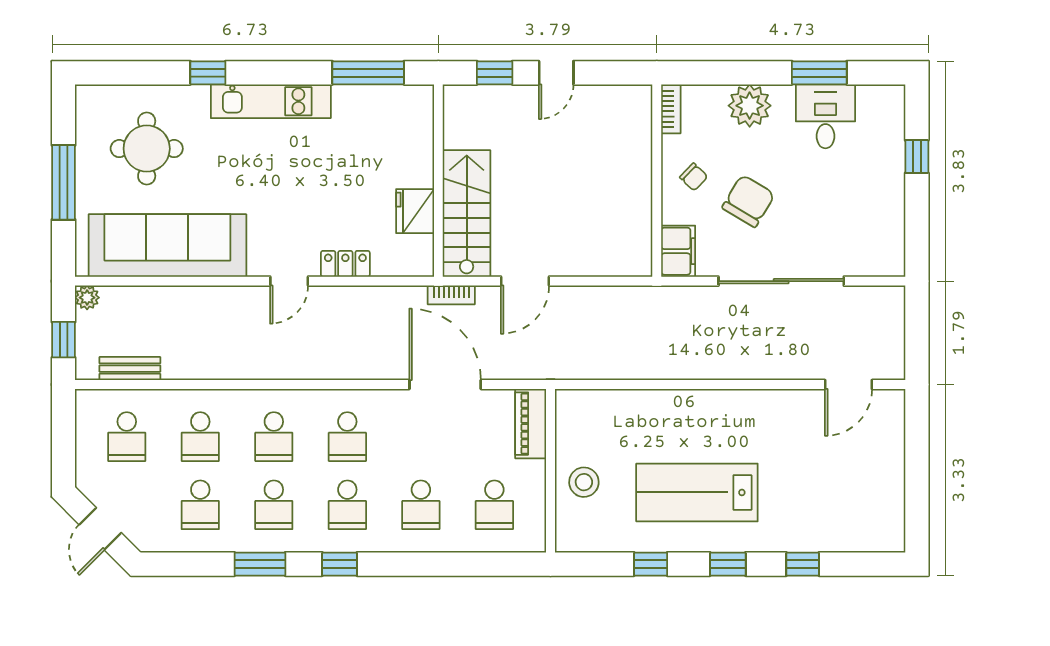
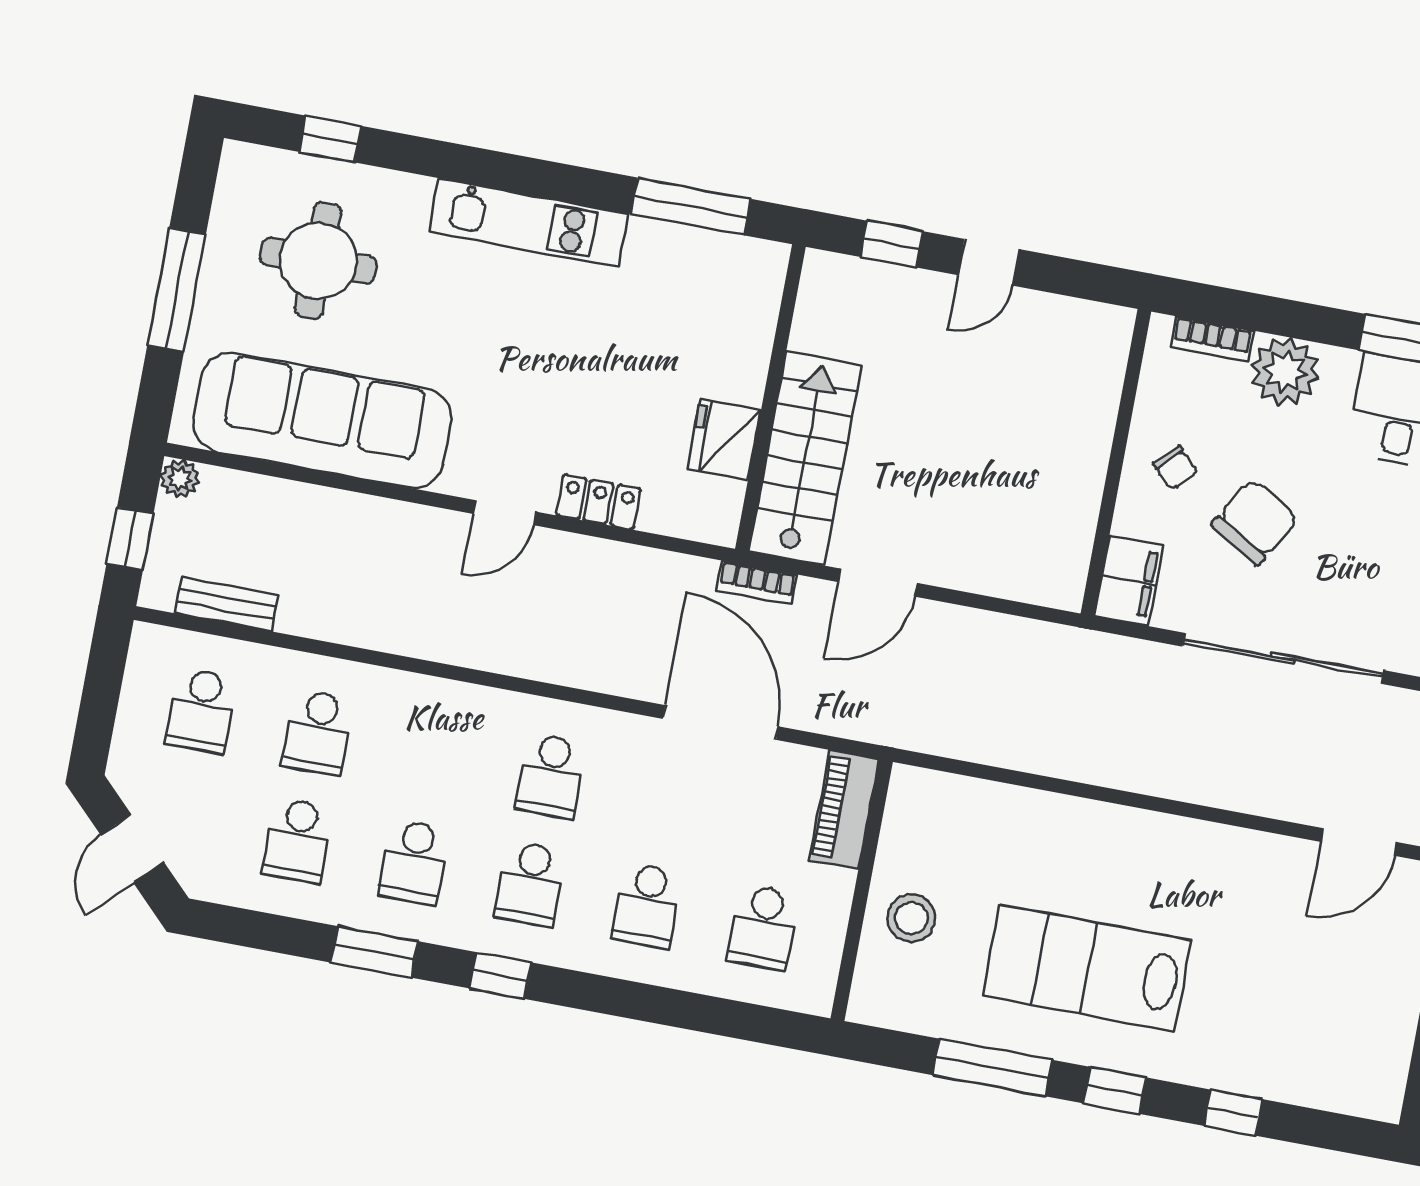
window: (208, 73) -> (330, 139), moved
bookcase: (671, 109) -> (1212, 339), moved, turned 90
school desk: (274, 437) -> (434, 754), removed
window: (651, 564) -> (993, 1068), width x2.17

